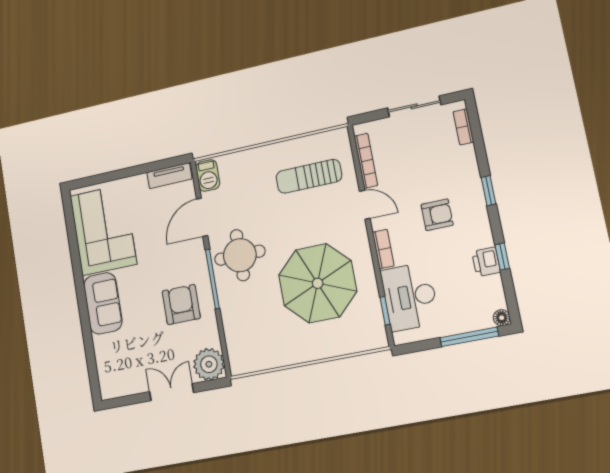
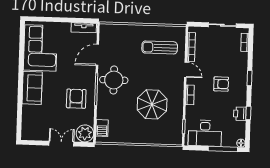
barbecue: (208, 175) -> (102, 128), moved
parasol: (318, 283) -> (152, 104), width x0.73, depth x0.73
desk: (410, 297) -> (205, 133), moved, turned -90

